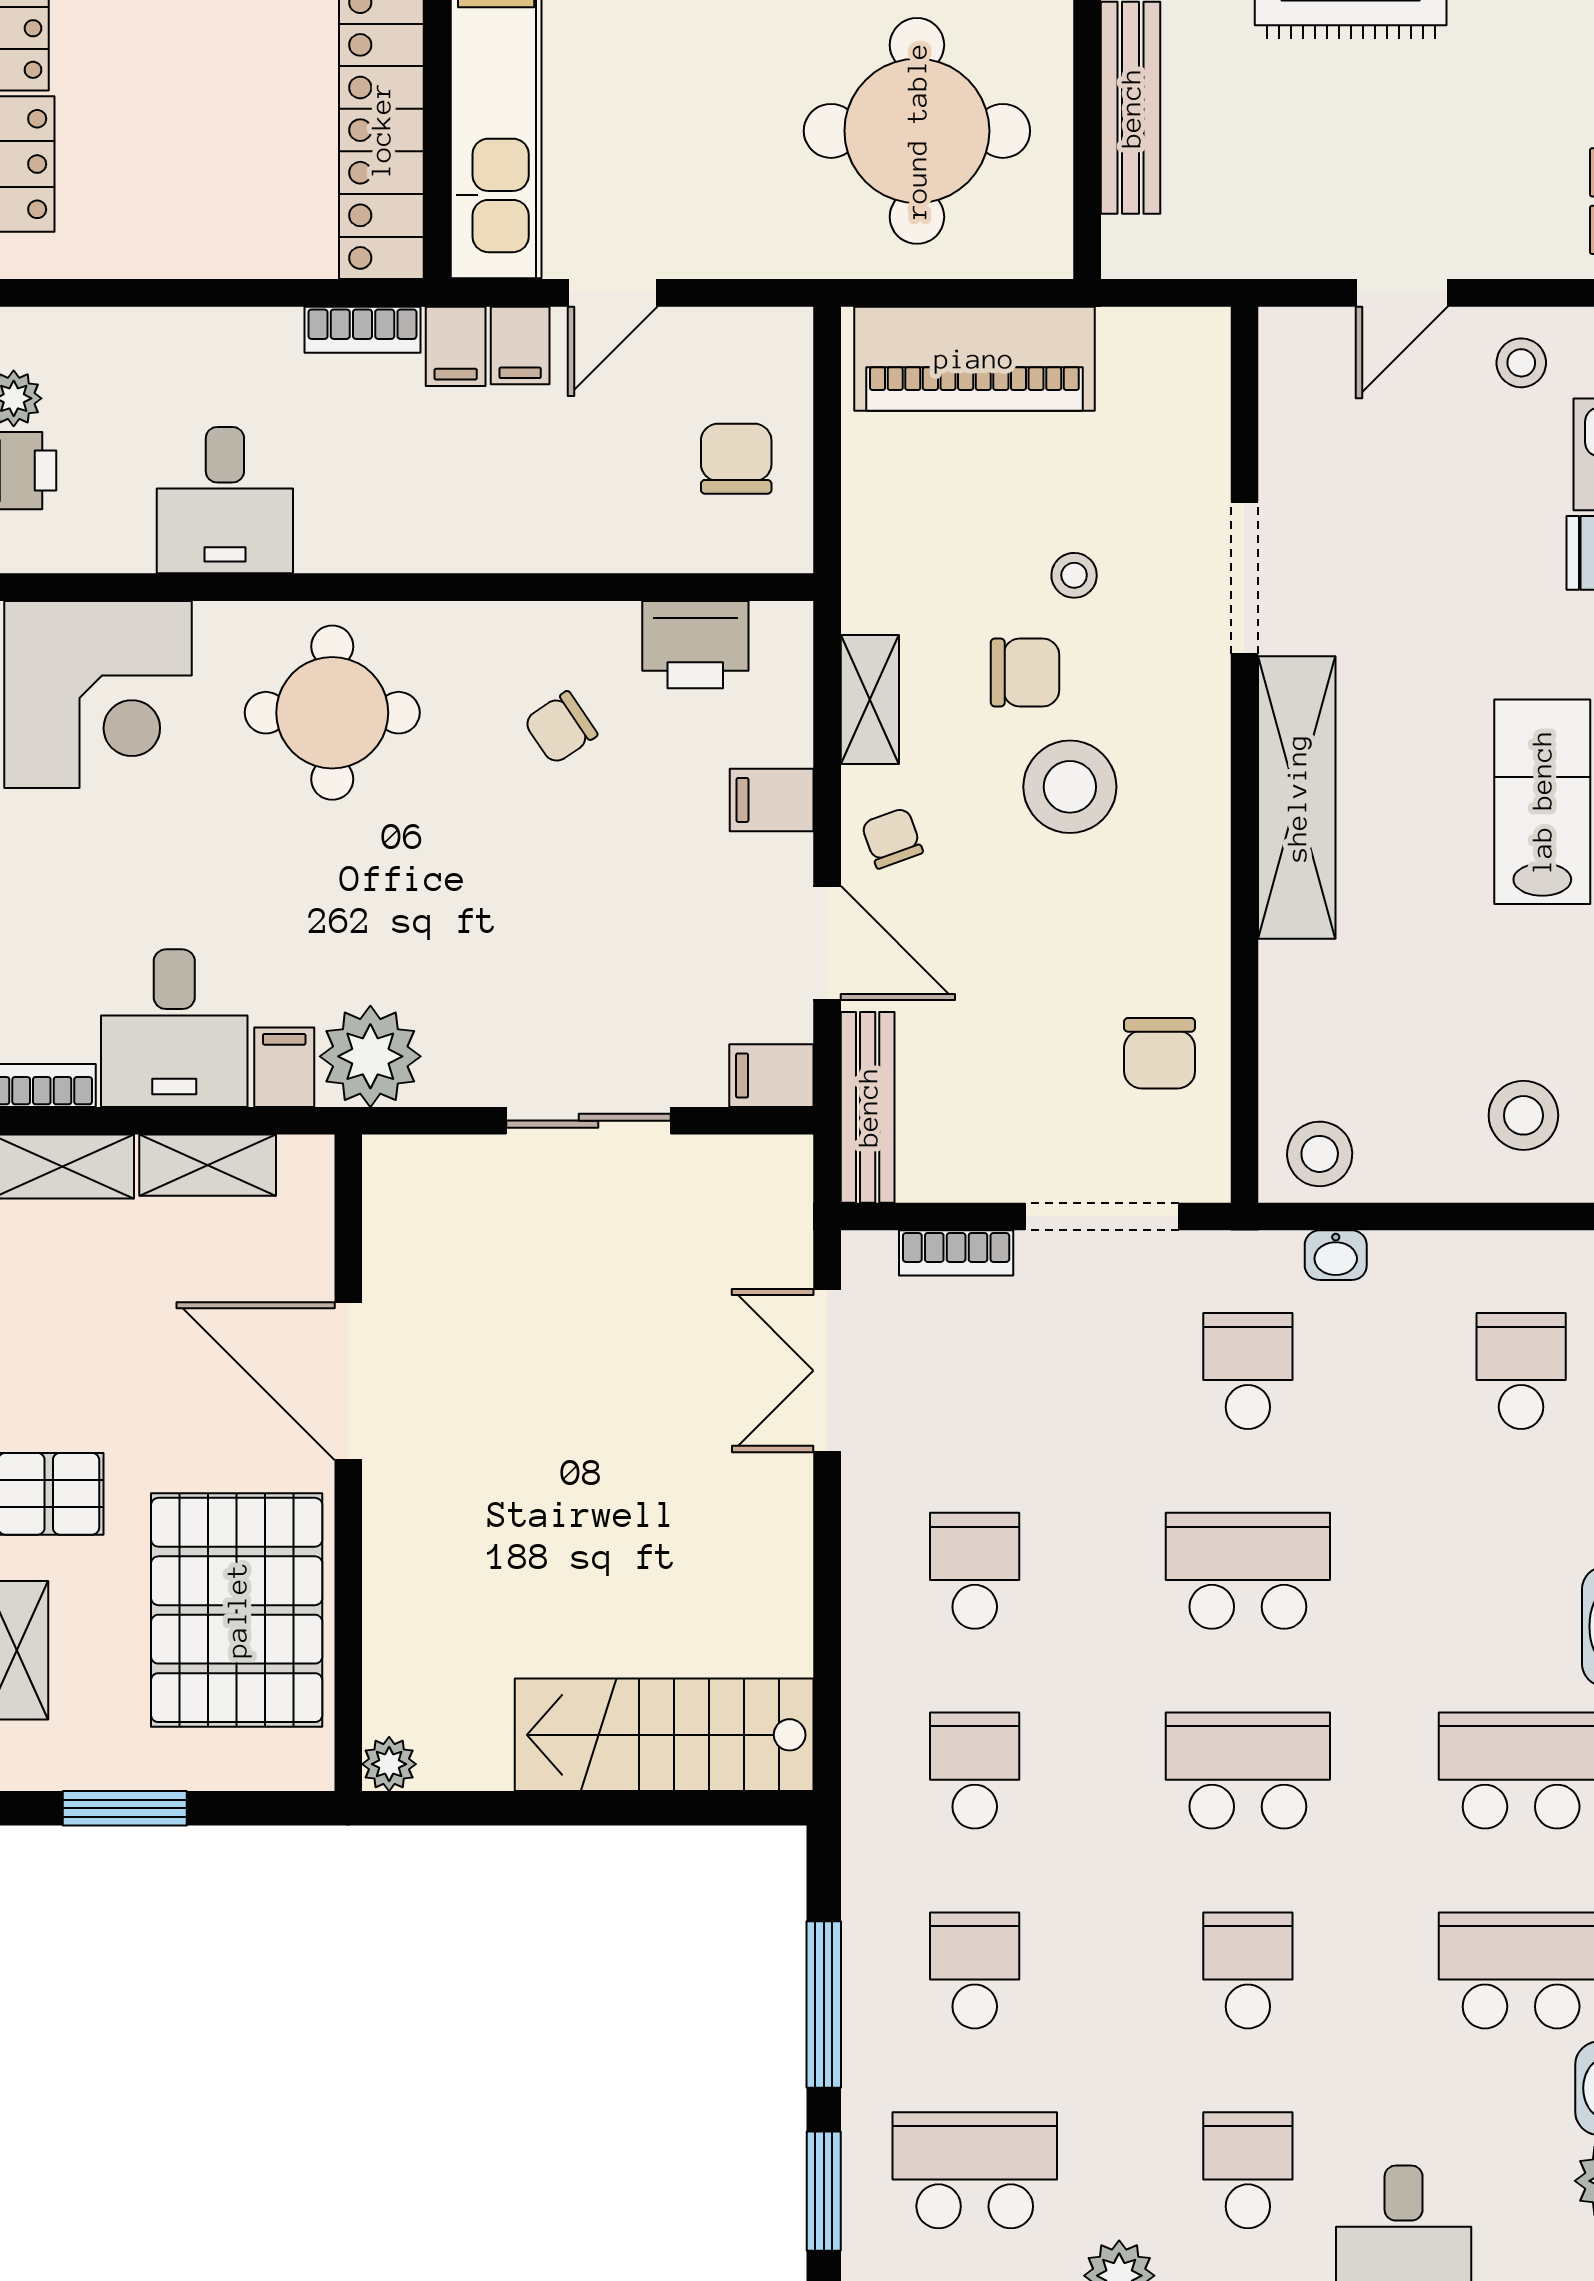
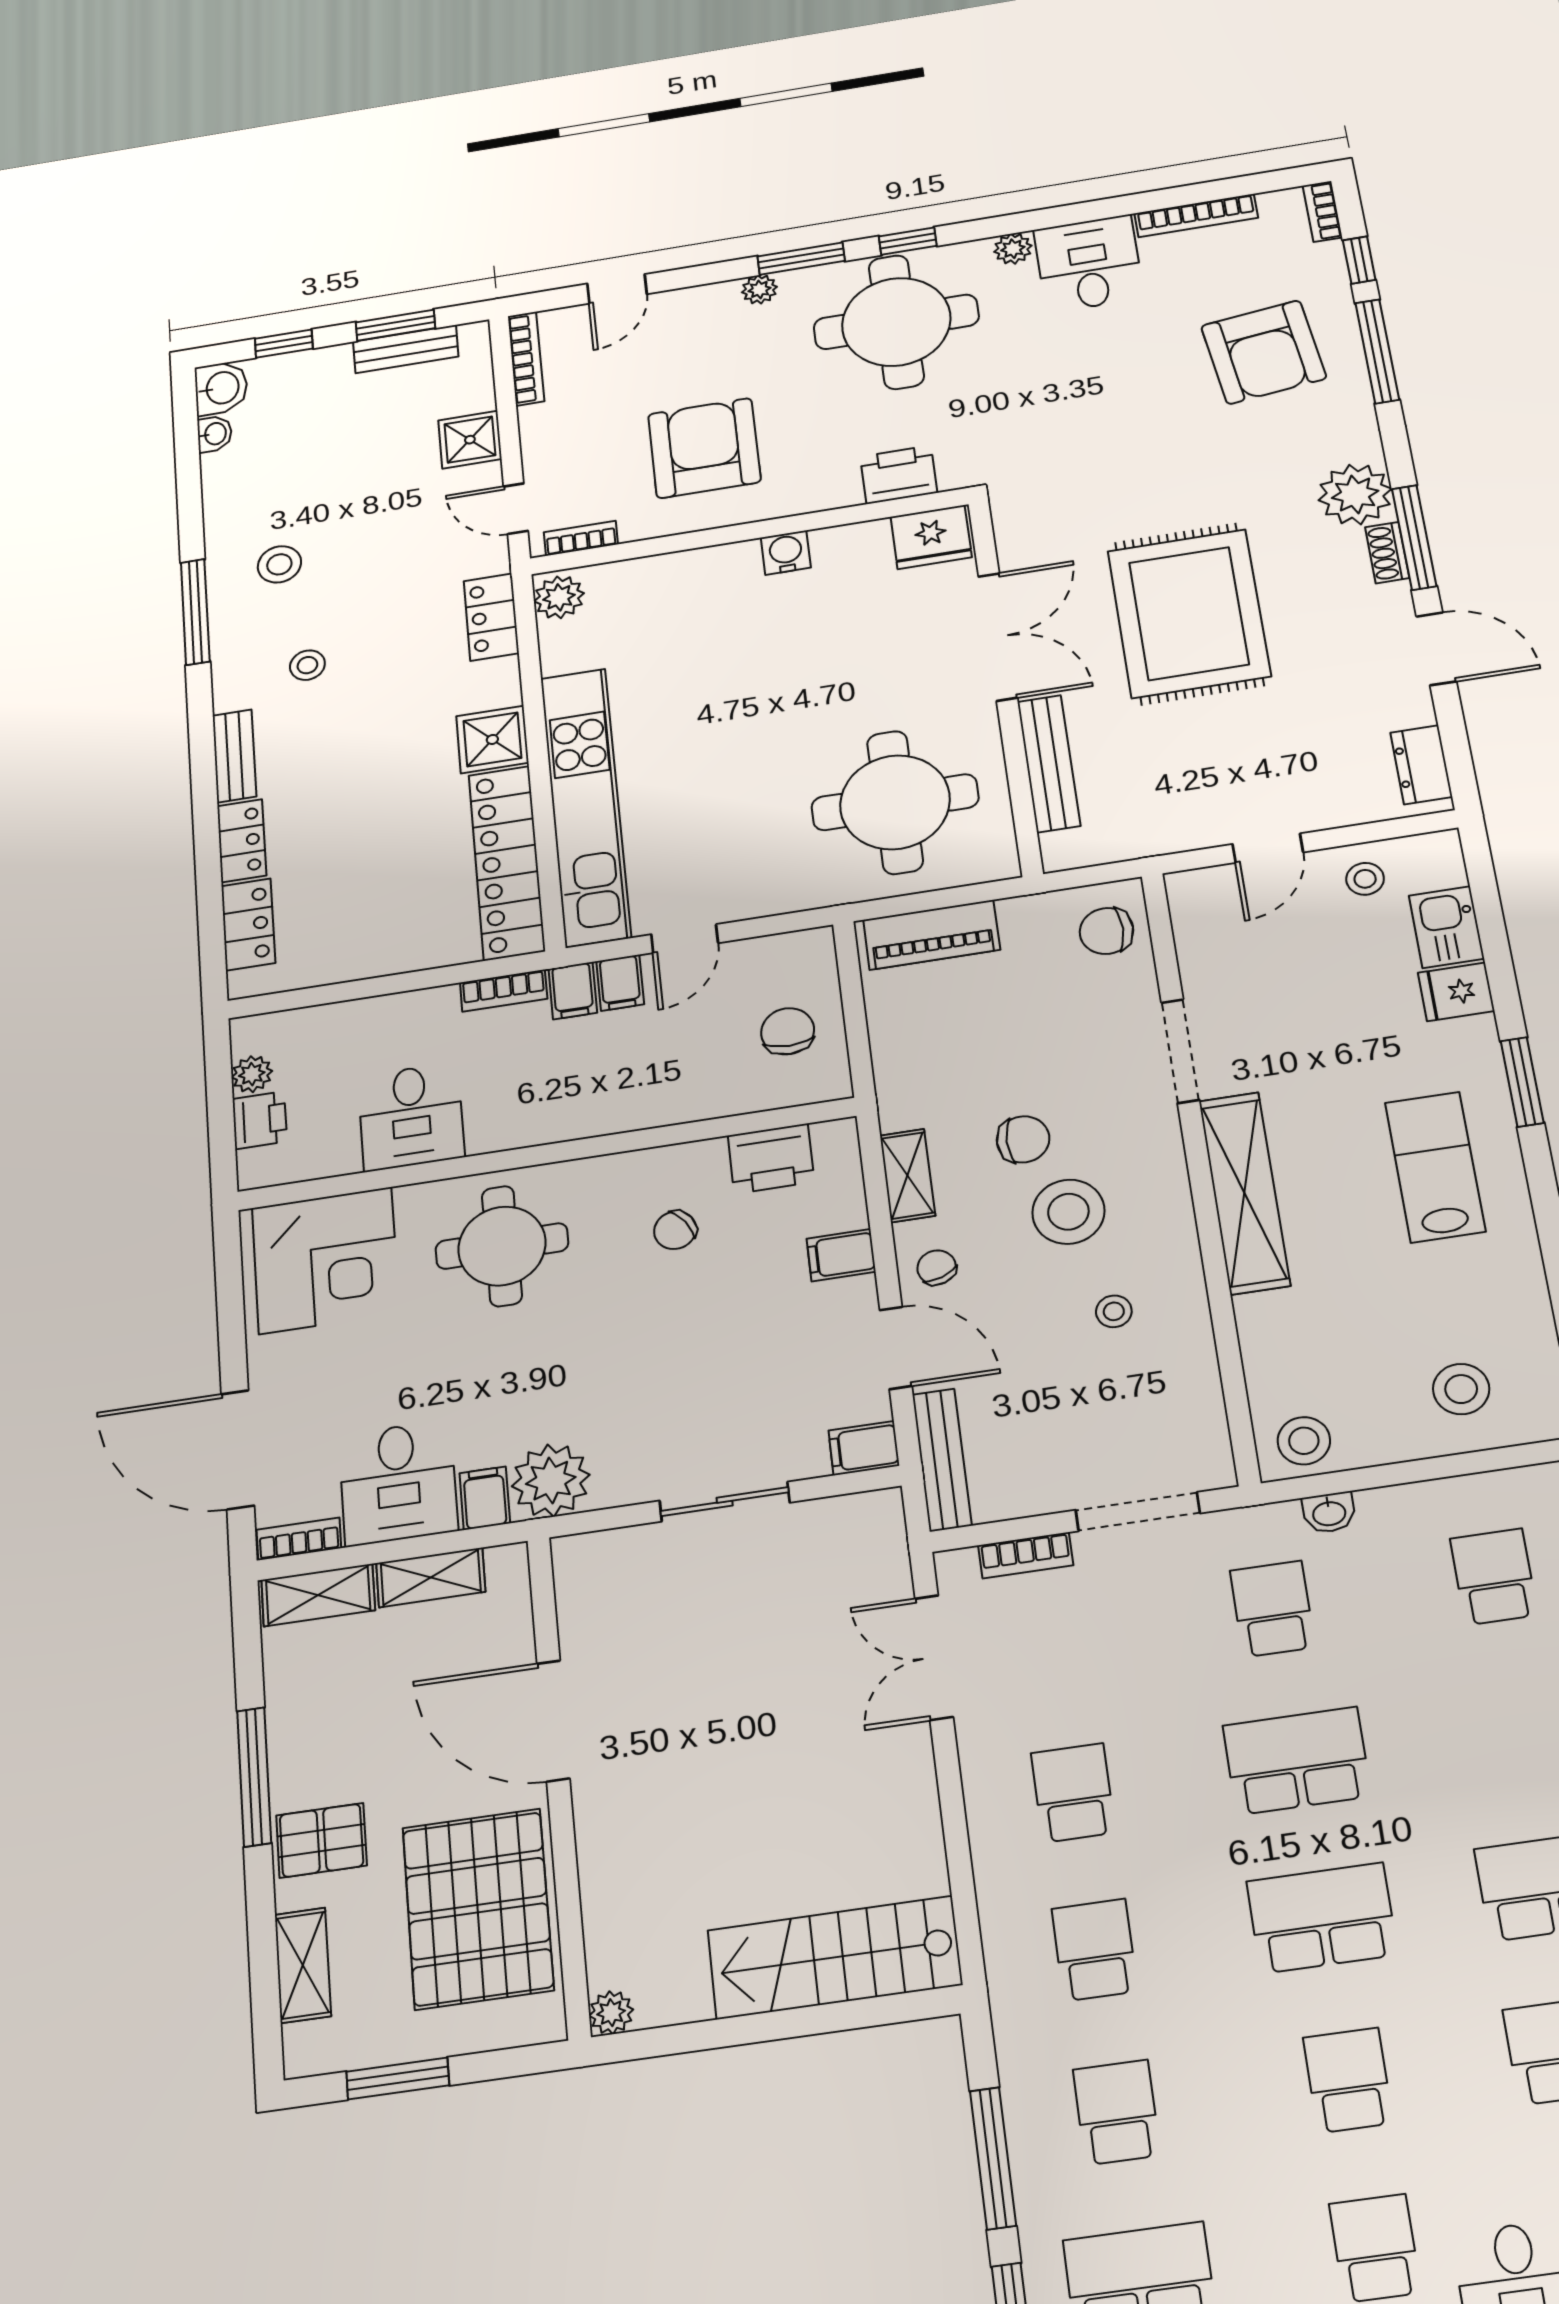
piano: (974, 359) -> (932, 935), width x0.73, depth x0.75
stool: (1074, 575) -> (1114, 1311), moved
chair: (1160, 1053) -> (1106, 931), moved, turned 90

